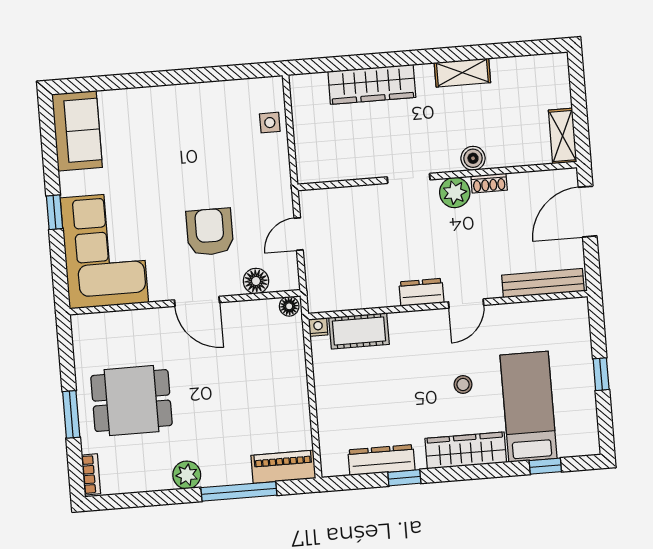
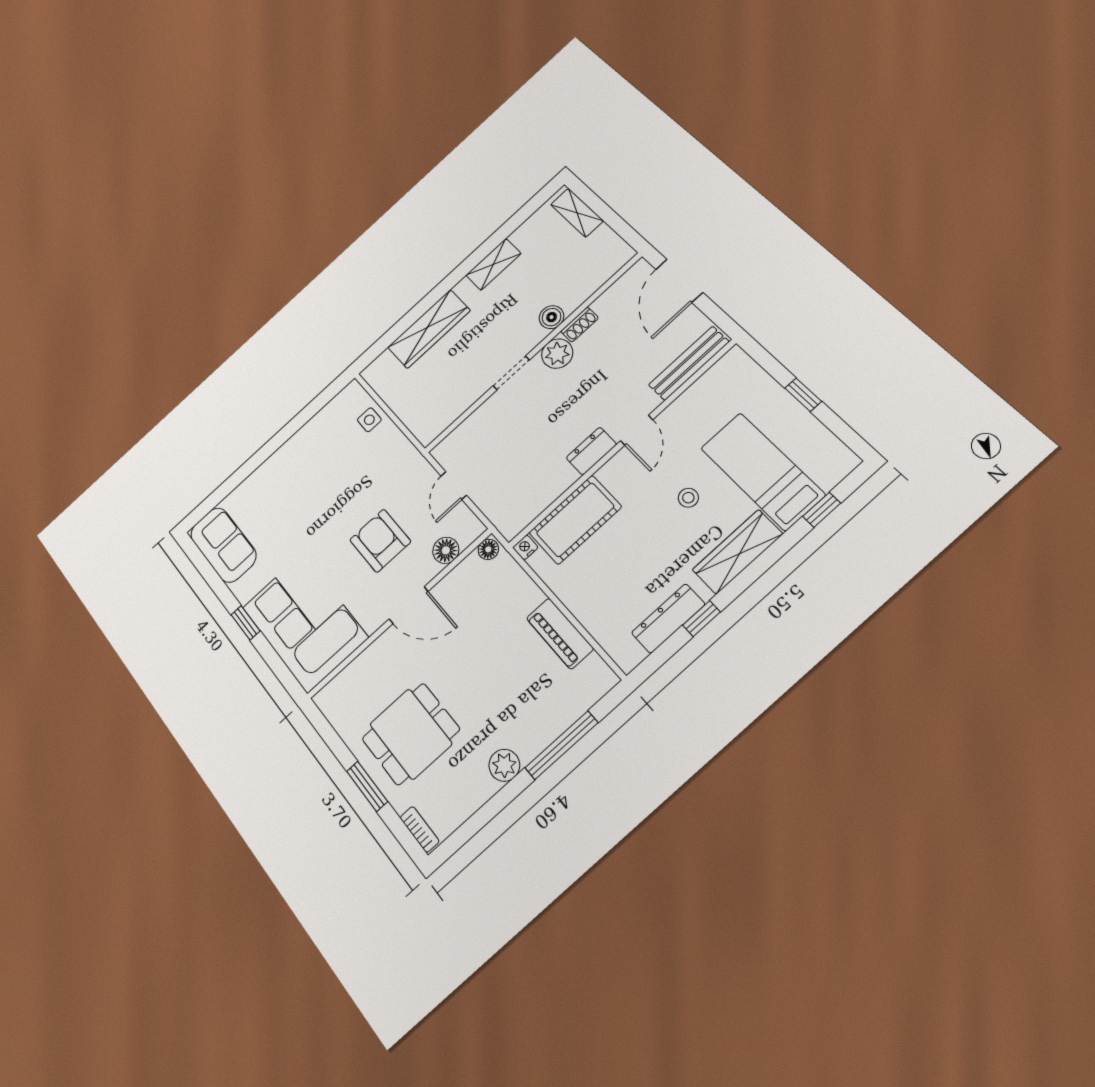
shelving: (563, 136) -> (577, 213), moved
cot: (359, 331) -> (575, 520), width x1.37, depth x1.34
piano: (283, 467) -> (560, 633), moved, turned -90

